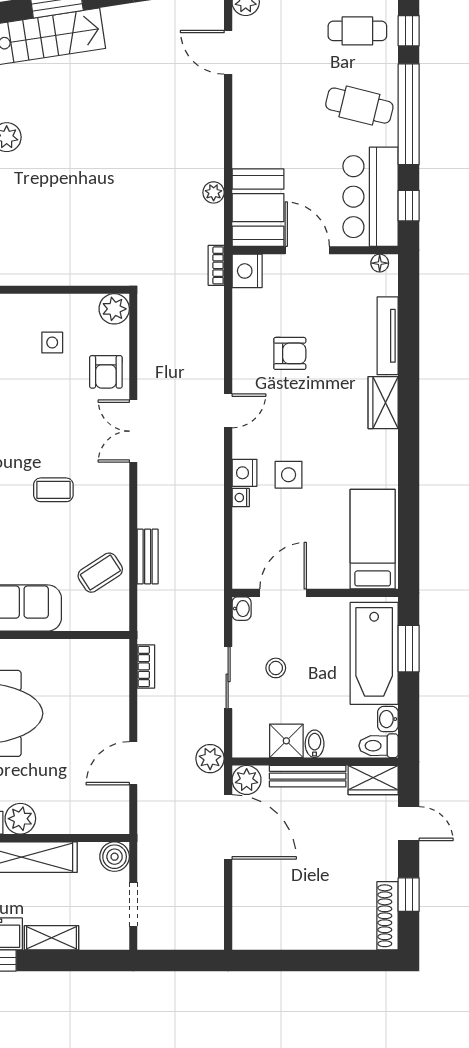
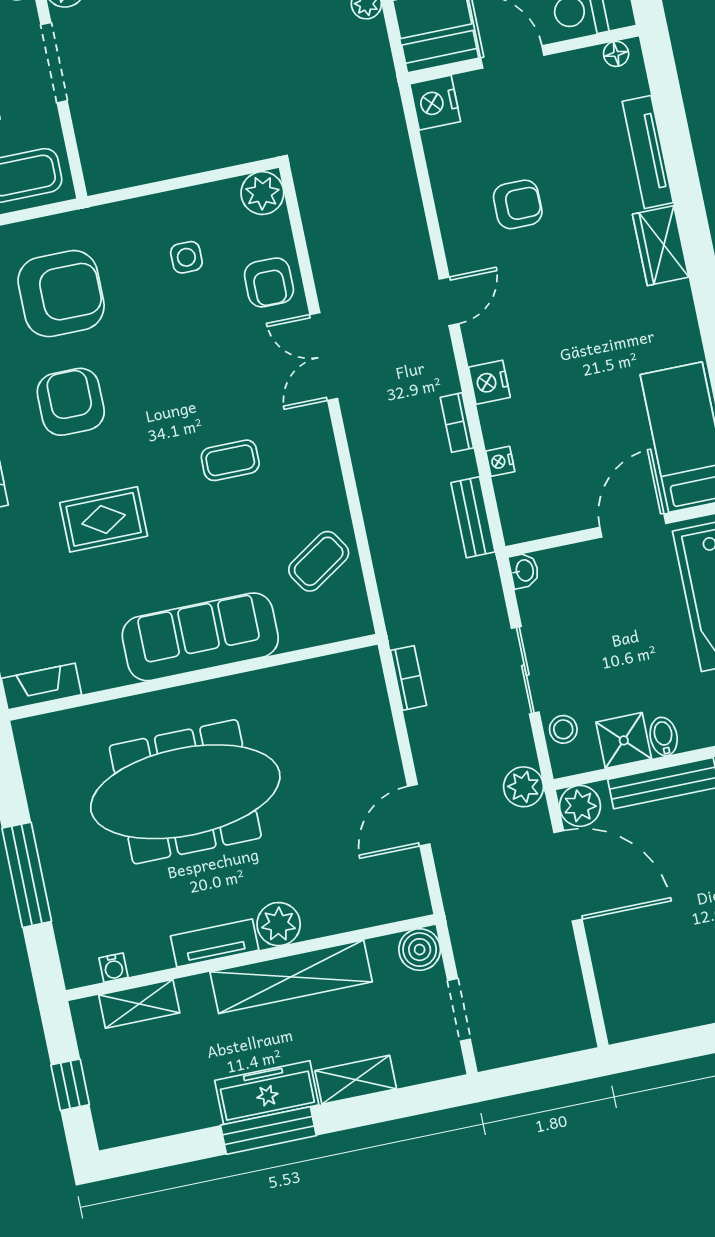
bookcase: (216, 265) -> (457, 423), moved
side table: (289, 475) -> (551, 372), removed
nightstand: (241, 498) -> (500, 461), moved
bench: (148, 556) -> (473, 517), moved
door: (283, 593) -> (633, 525), moved
stool: (276, 668) -> (563, 729), moved

